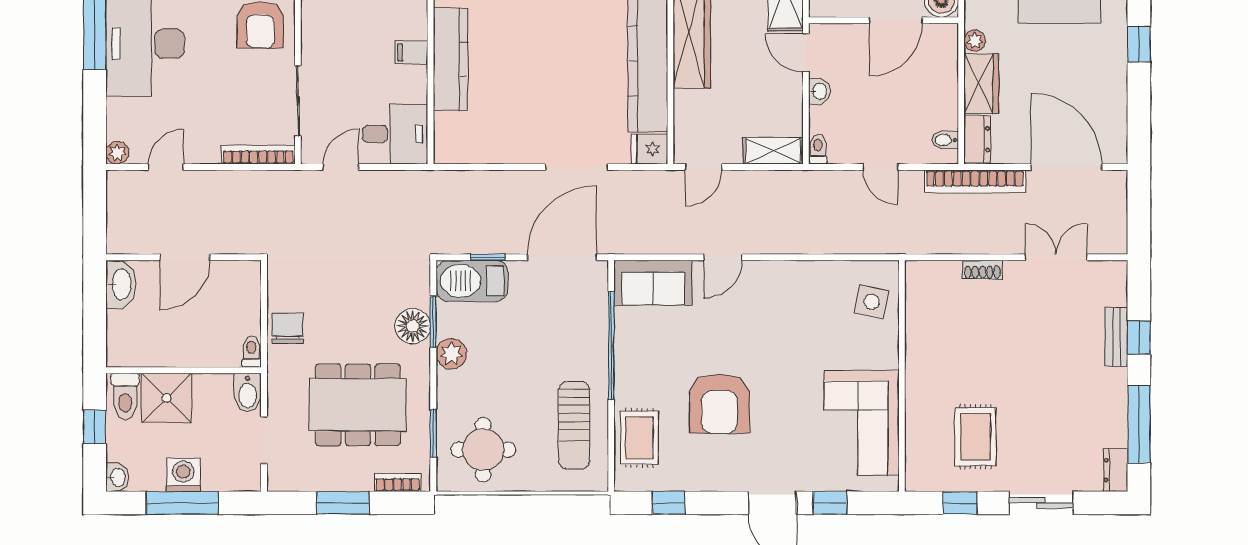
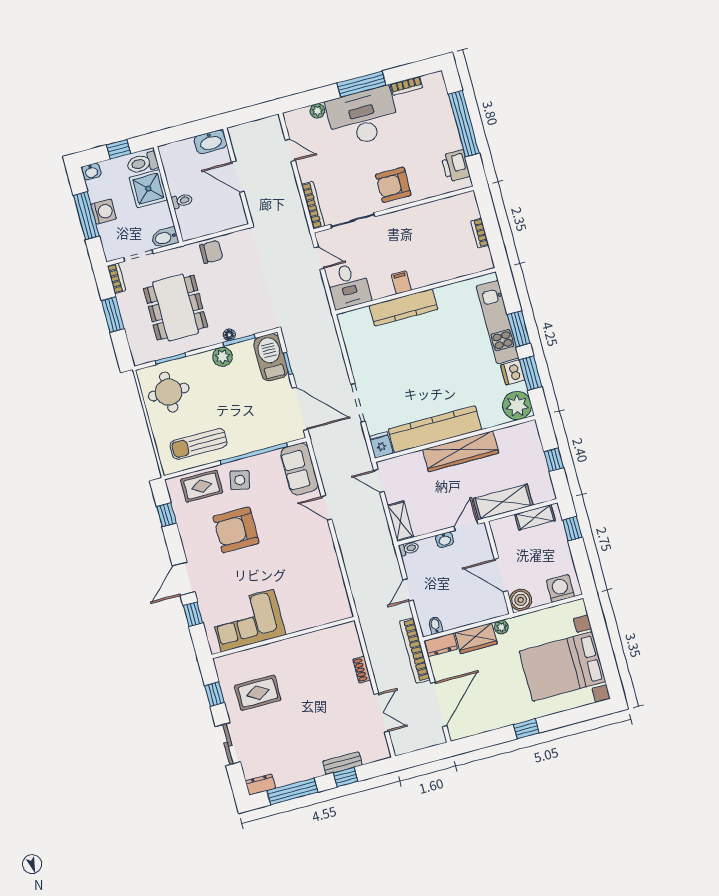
plant: (117, 153) -> (317, 111), moved
side table: (872, 302) -> (240, 480), moved
floor lamp: (413, 326) -> (229, 335), width x0.53, depth x0.53
toilet: (252, 352) -> (182, 201), moved
bookcase: (398, 482) -> (117, 278), moved

